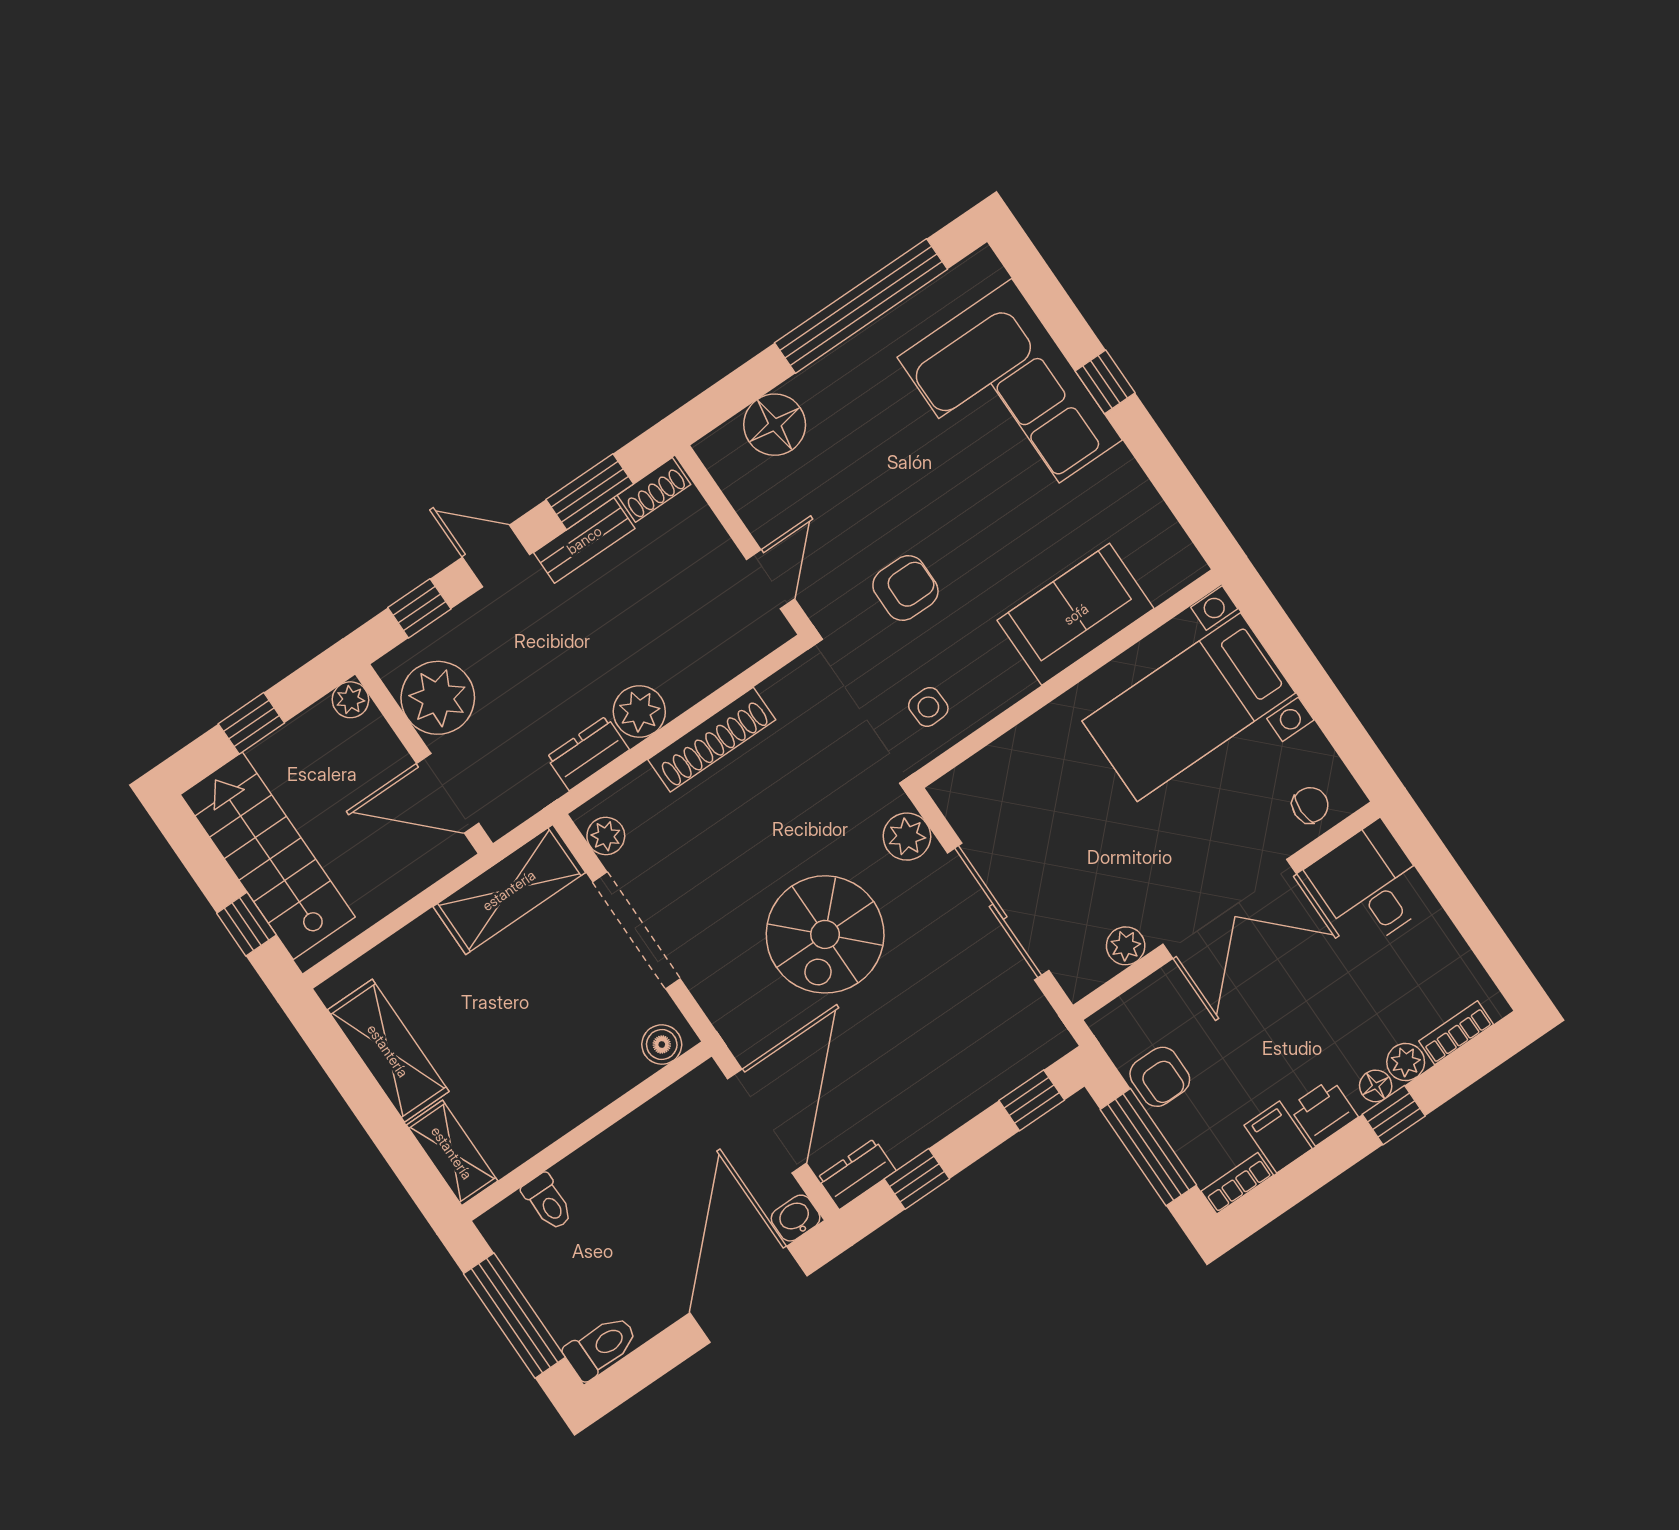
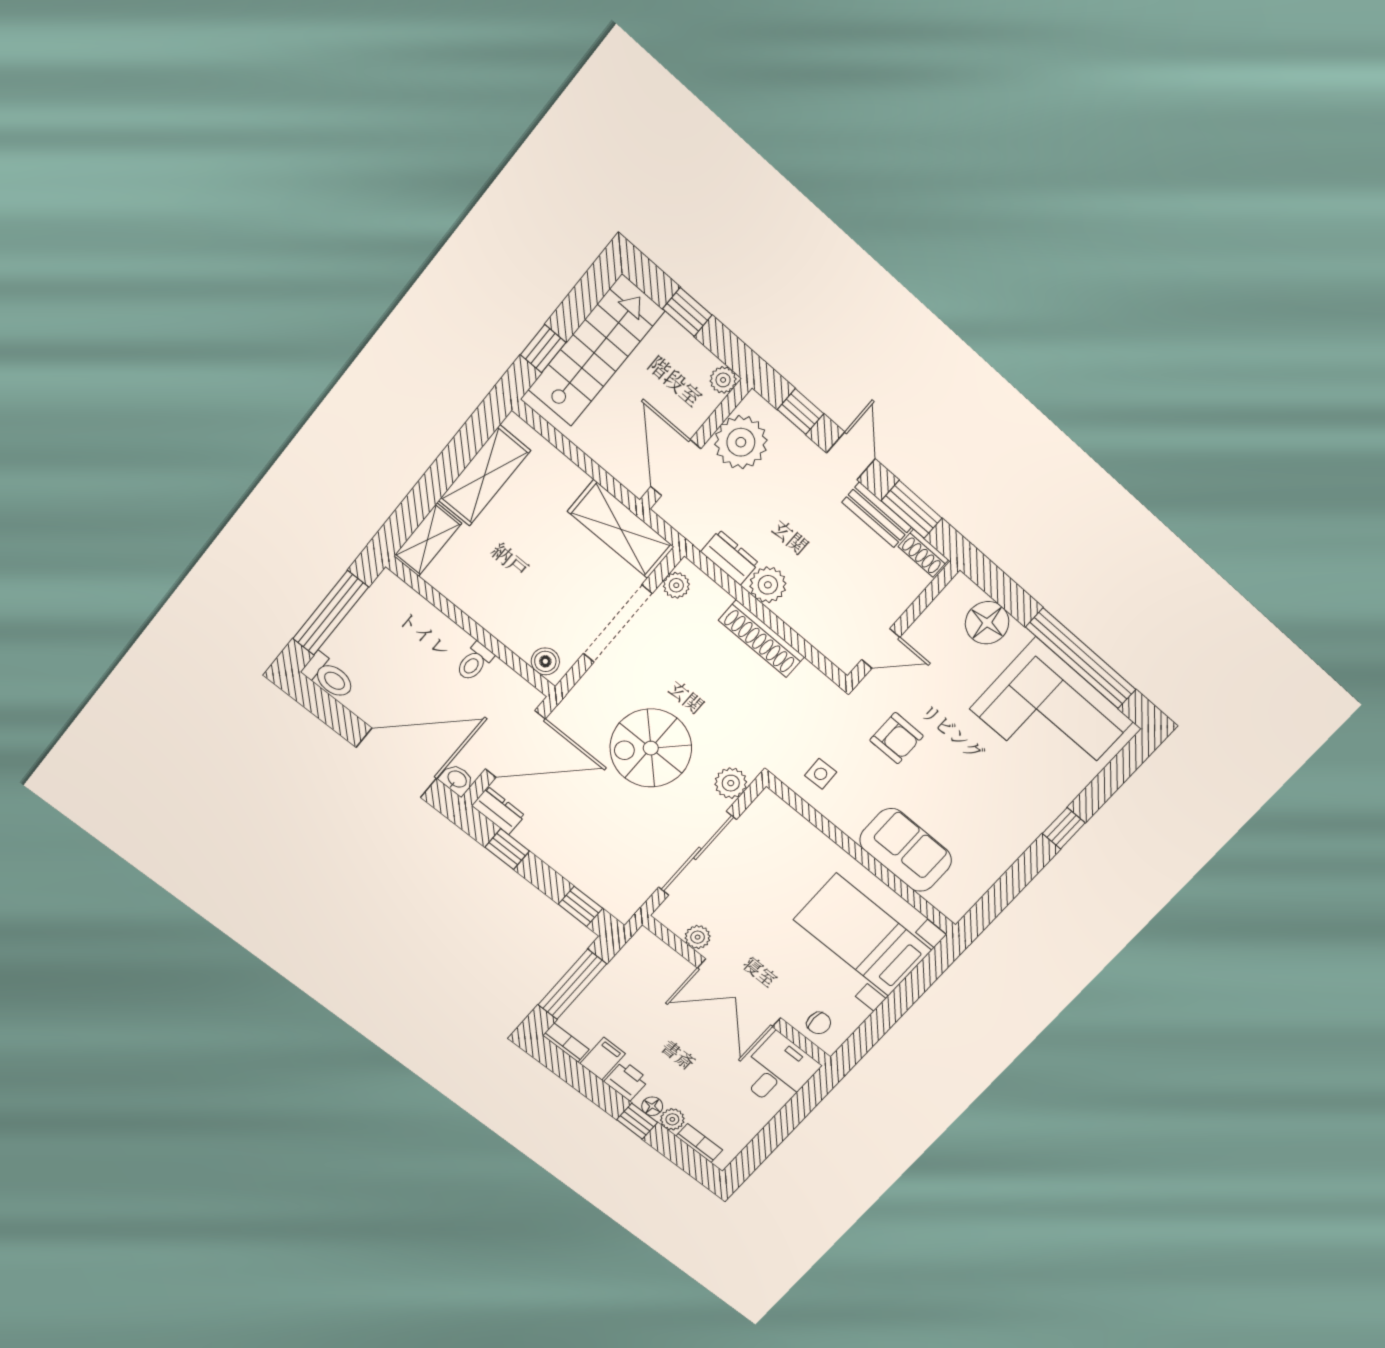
corner sofa: (1010, 399) -> (1051, 715), moved, turned -90
armchair: (1160, 1077) -> (619, 979), removed
toilet: (548, 1202) -> (474, 662), moved

